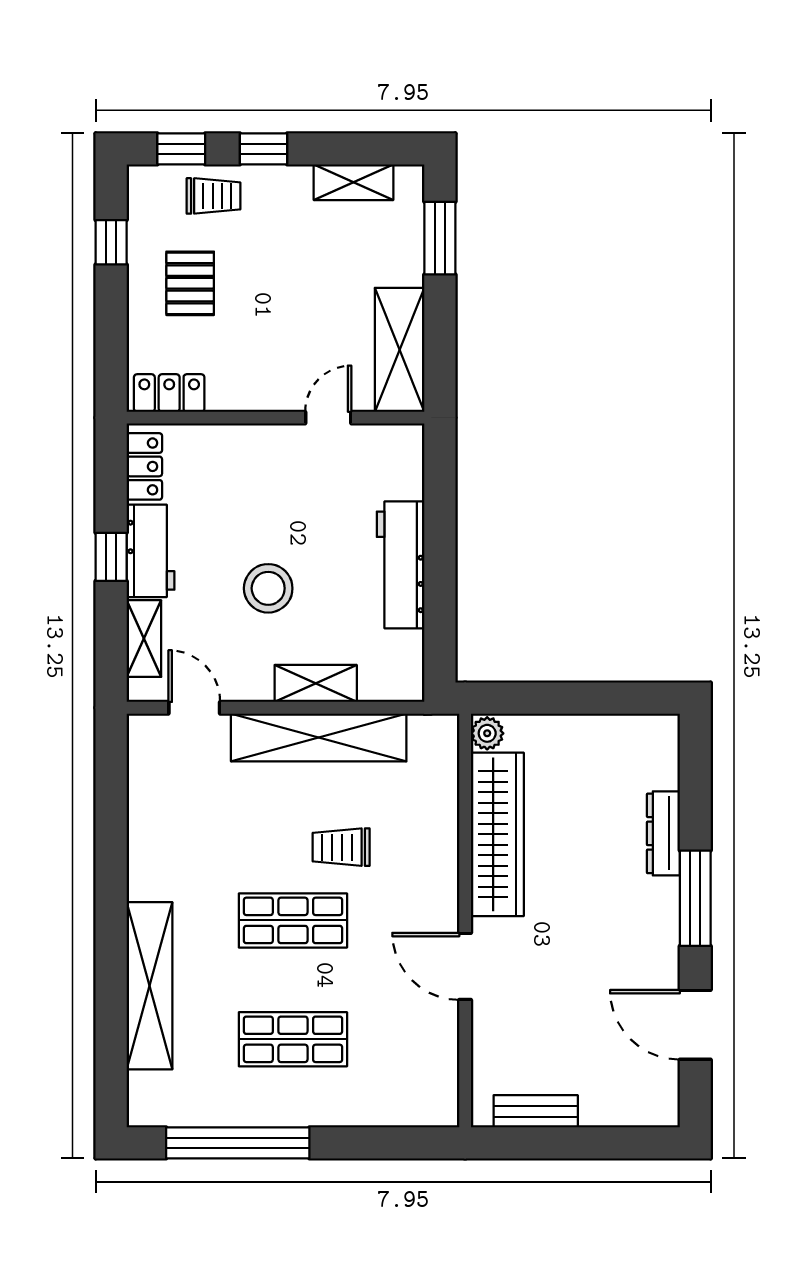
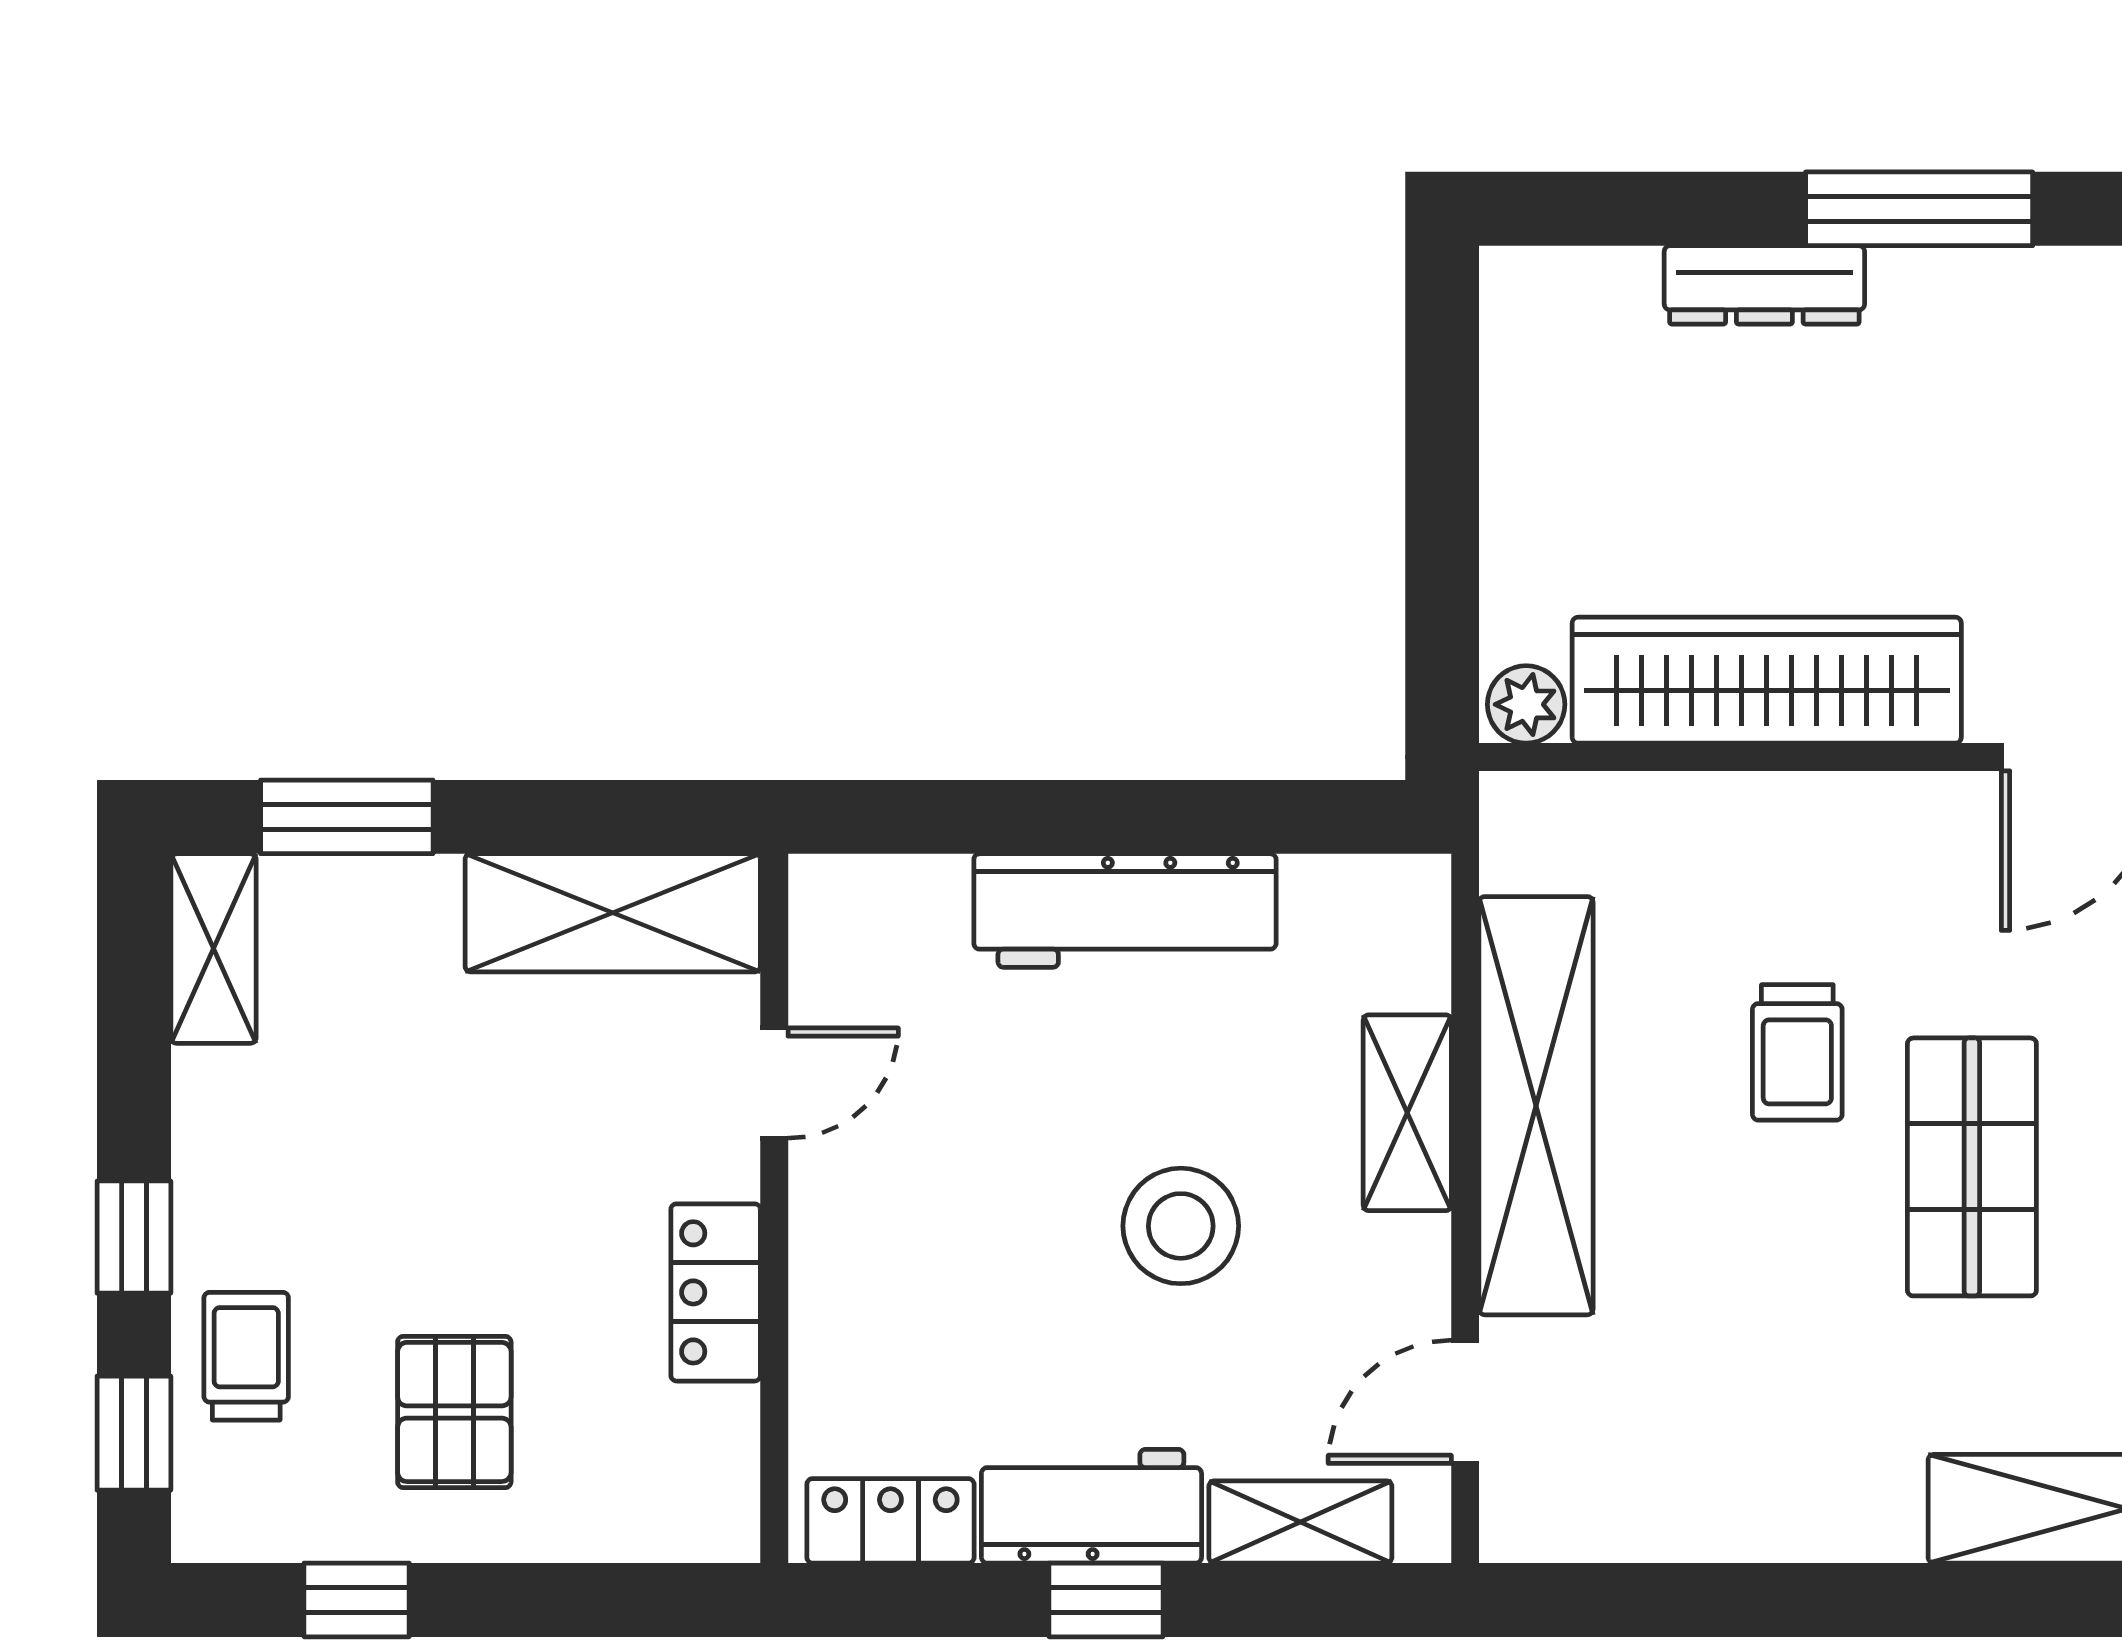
shelving: (354, 182) -> (213, 949), moved
pallet: (190, 283) -> (454, 1412), turned 90
locker: (169, 393) -> (716, 1292), moved
door: (328, 418) -> (774, 1083), swing flipped

